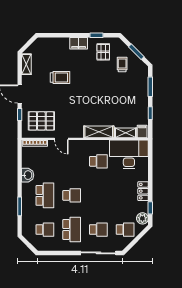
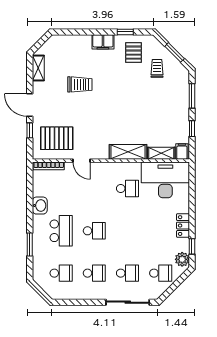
school desk: (72, 230) -> (94, 273), width x0.54

